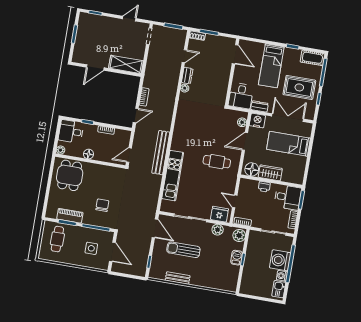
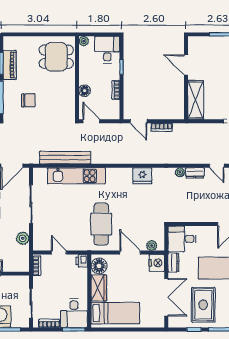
bed: (288, 144) -> (115, 313), moved, turned 90
bench: (161, 153) -> (65, 158), moved
floor lamp: (88, 154) -> (85, 91), moved
cafe table: (217, 162) -> (101, 224), width x1.37, depth x1.35
printer: (264, 187) -> (82, 261), moved
door: (235, 201) -> (59, 253), hinge flipped
fridge: (220, 214) -> (142, 176), moved, turned 90
plant: (239, 235) -> (20, 264), removed

